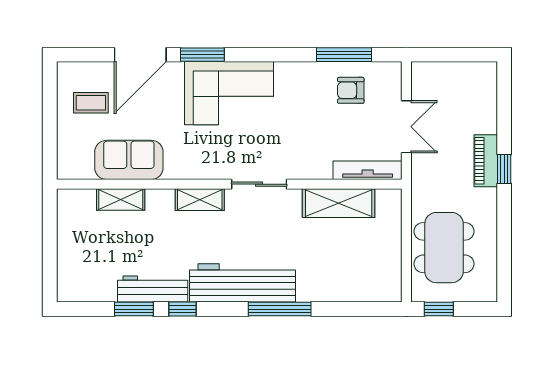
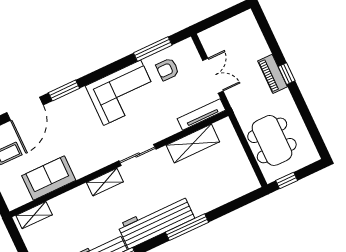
corner sofa: (229, 93) -> (122, 93), moved
shelving: (121, 199) -> (34, 215), moved

